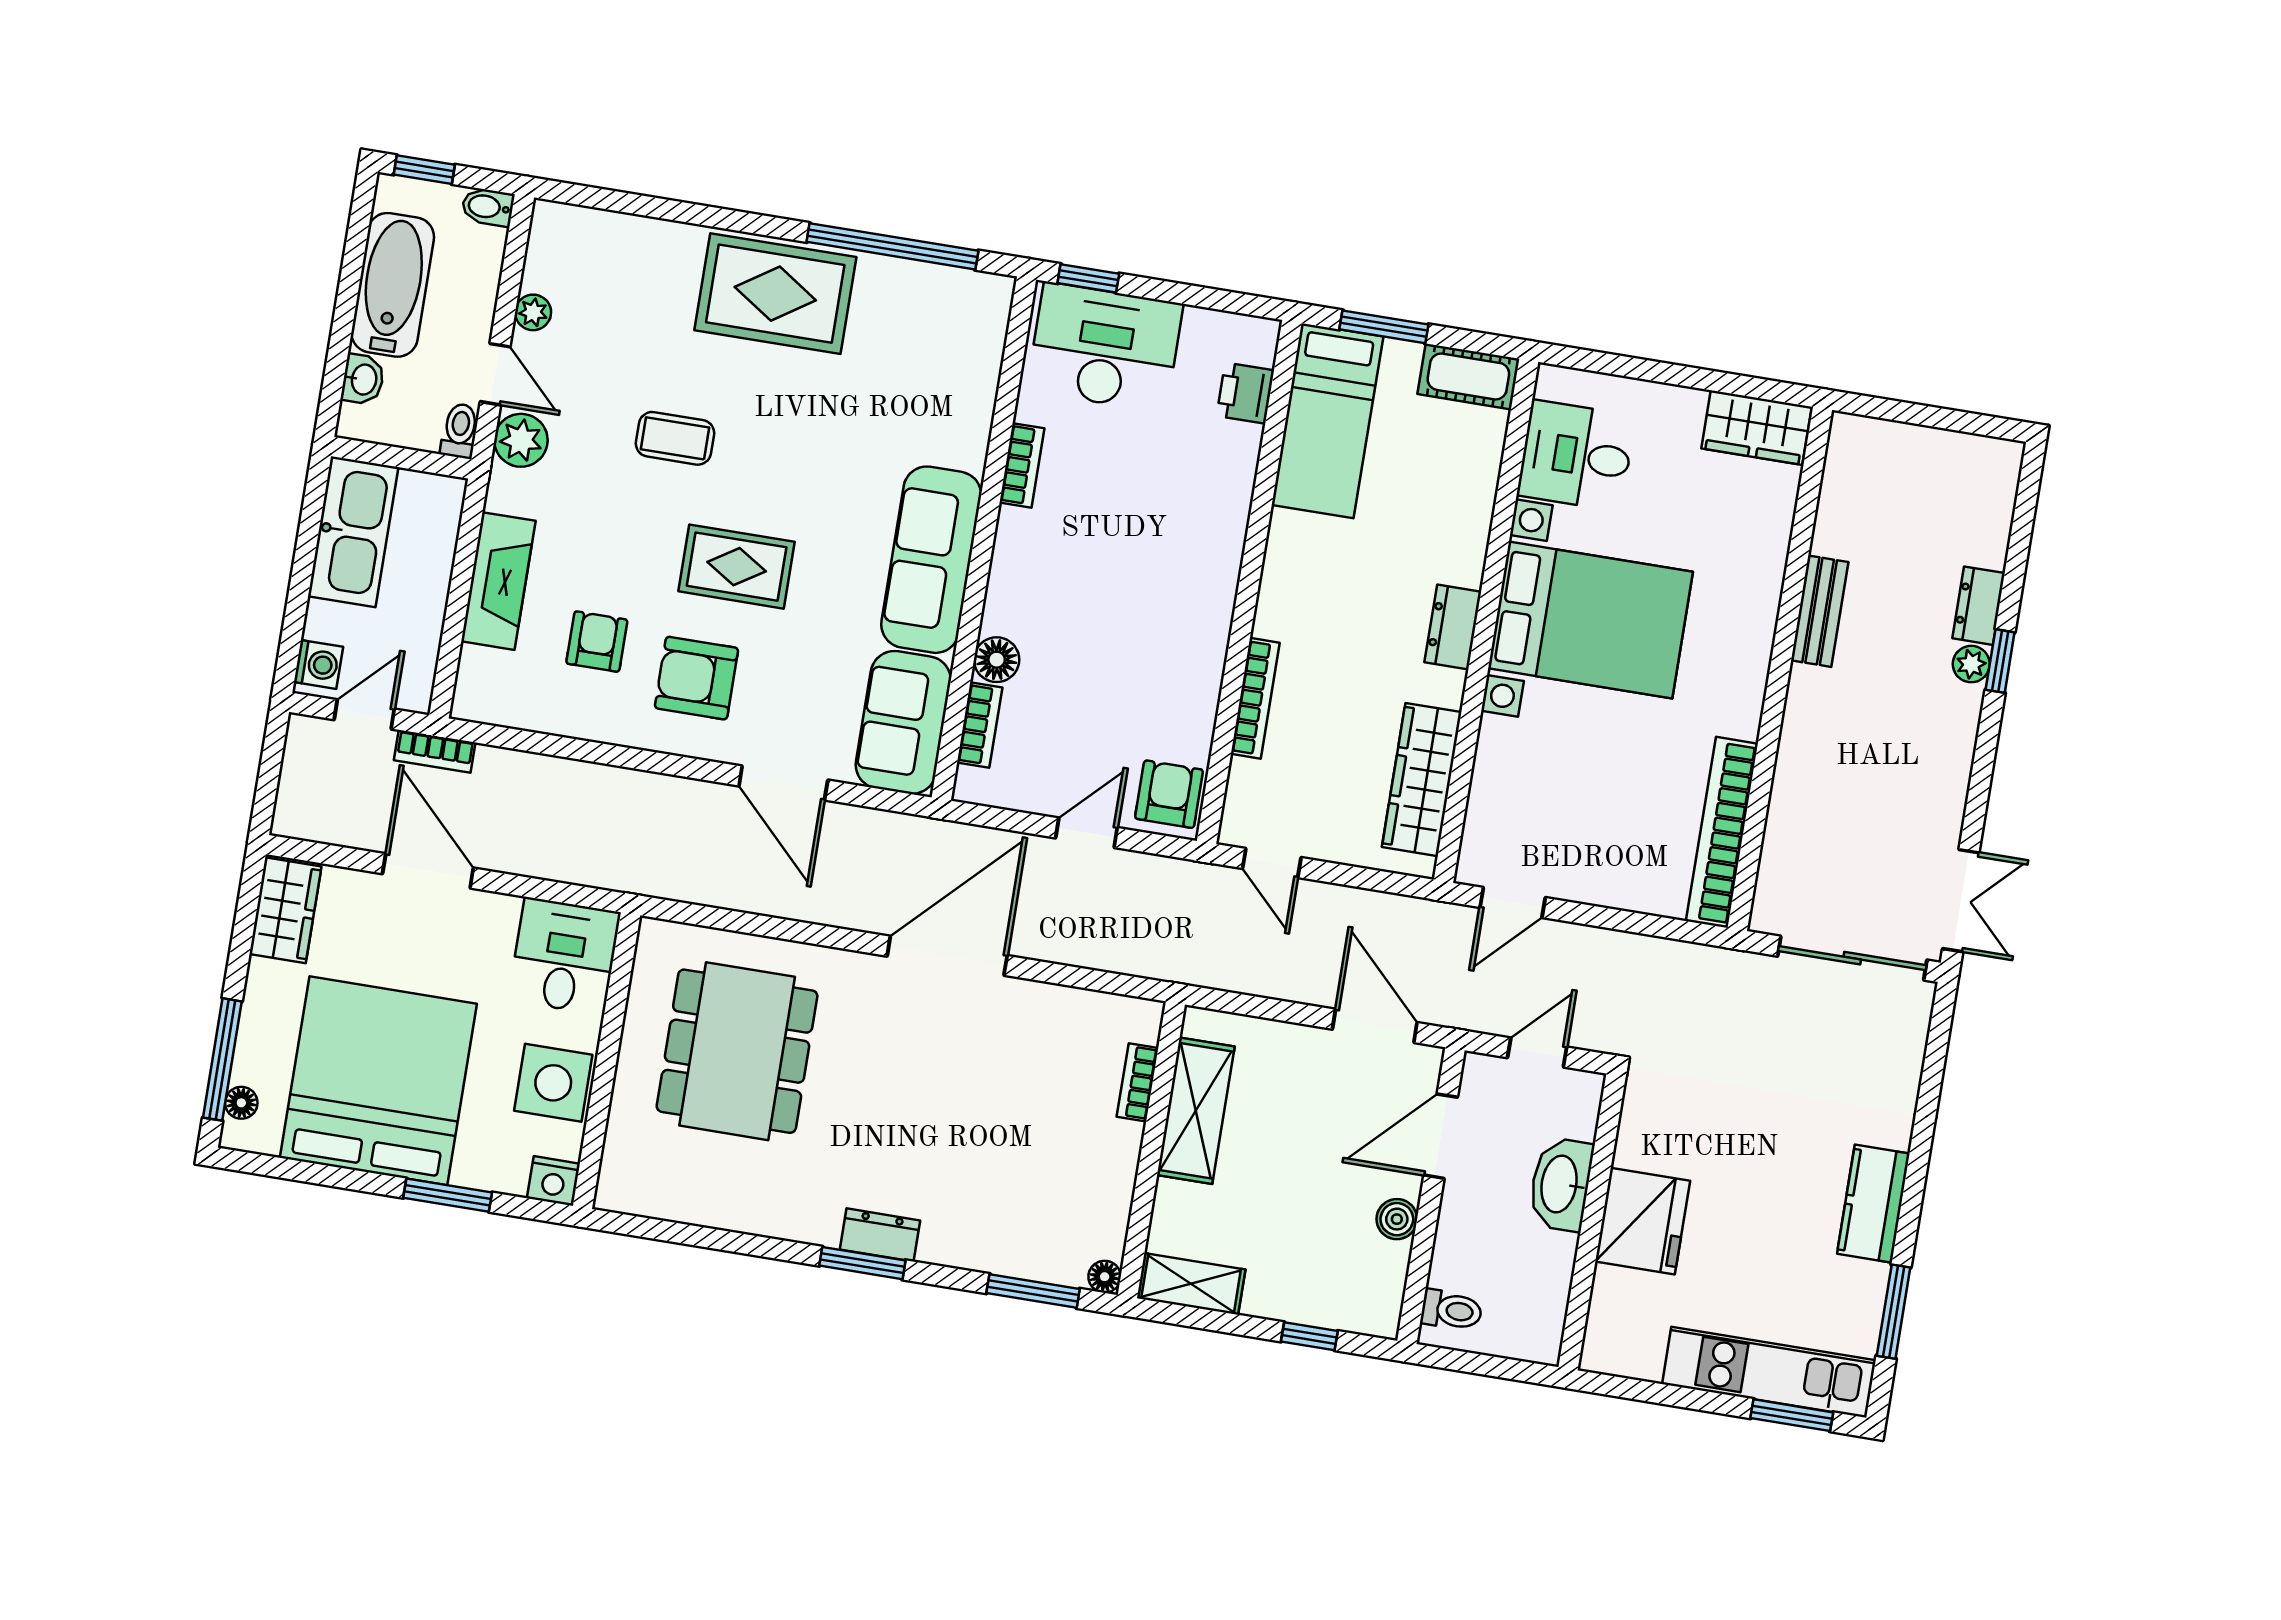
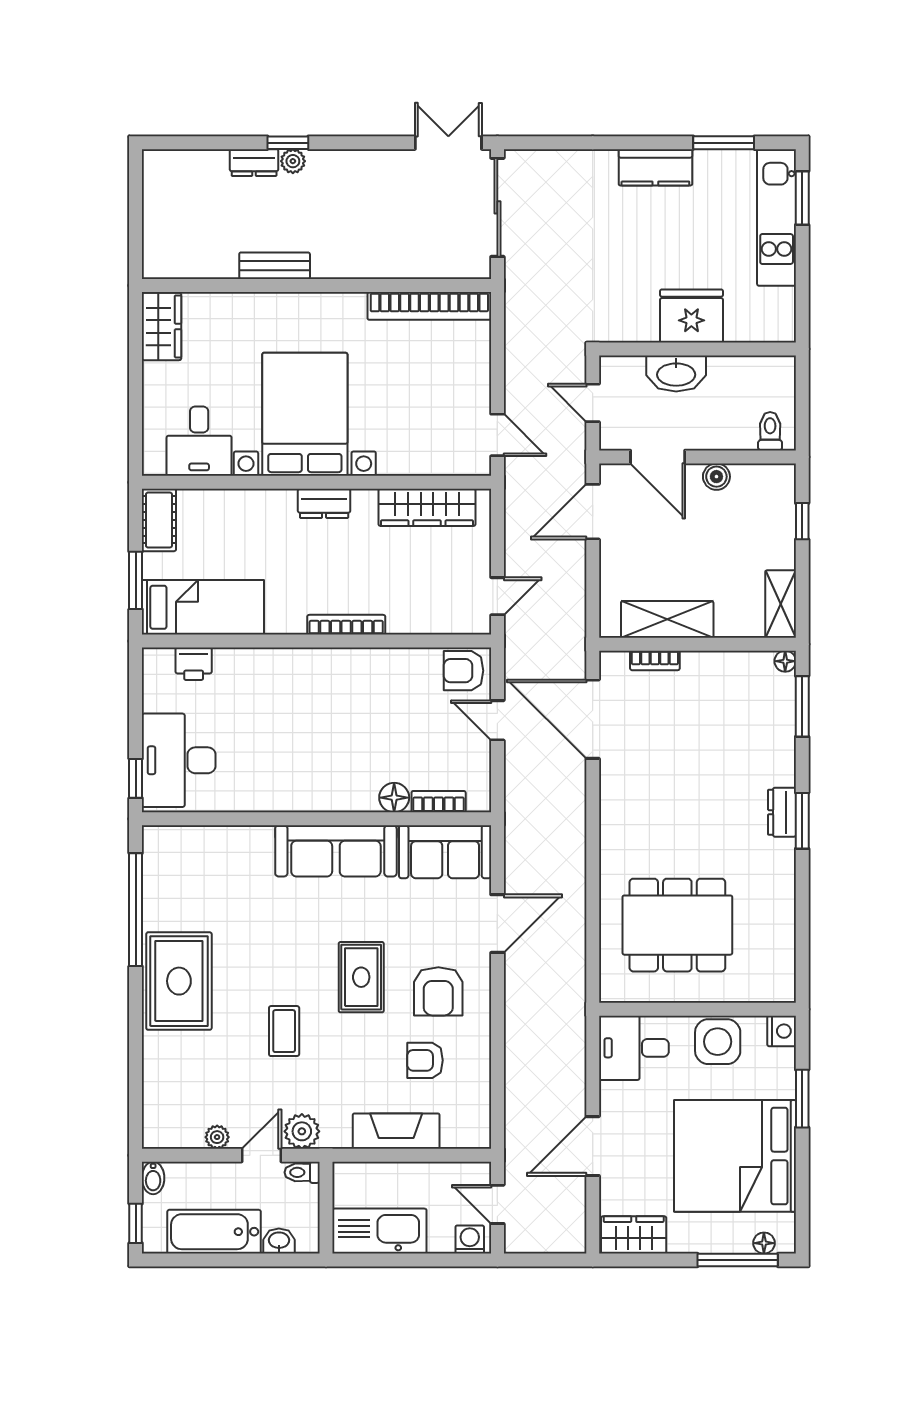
bookcase: (1022, 465) -> (265, 802), removed
bookcase: (1255, 698) -> (346, 625), moved
bookcase: (435, 751) -> (514, 1154), removed
door: (947, 956) -> (593, 719), moved

